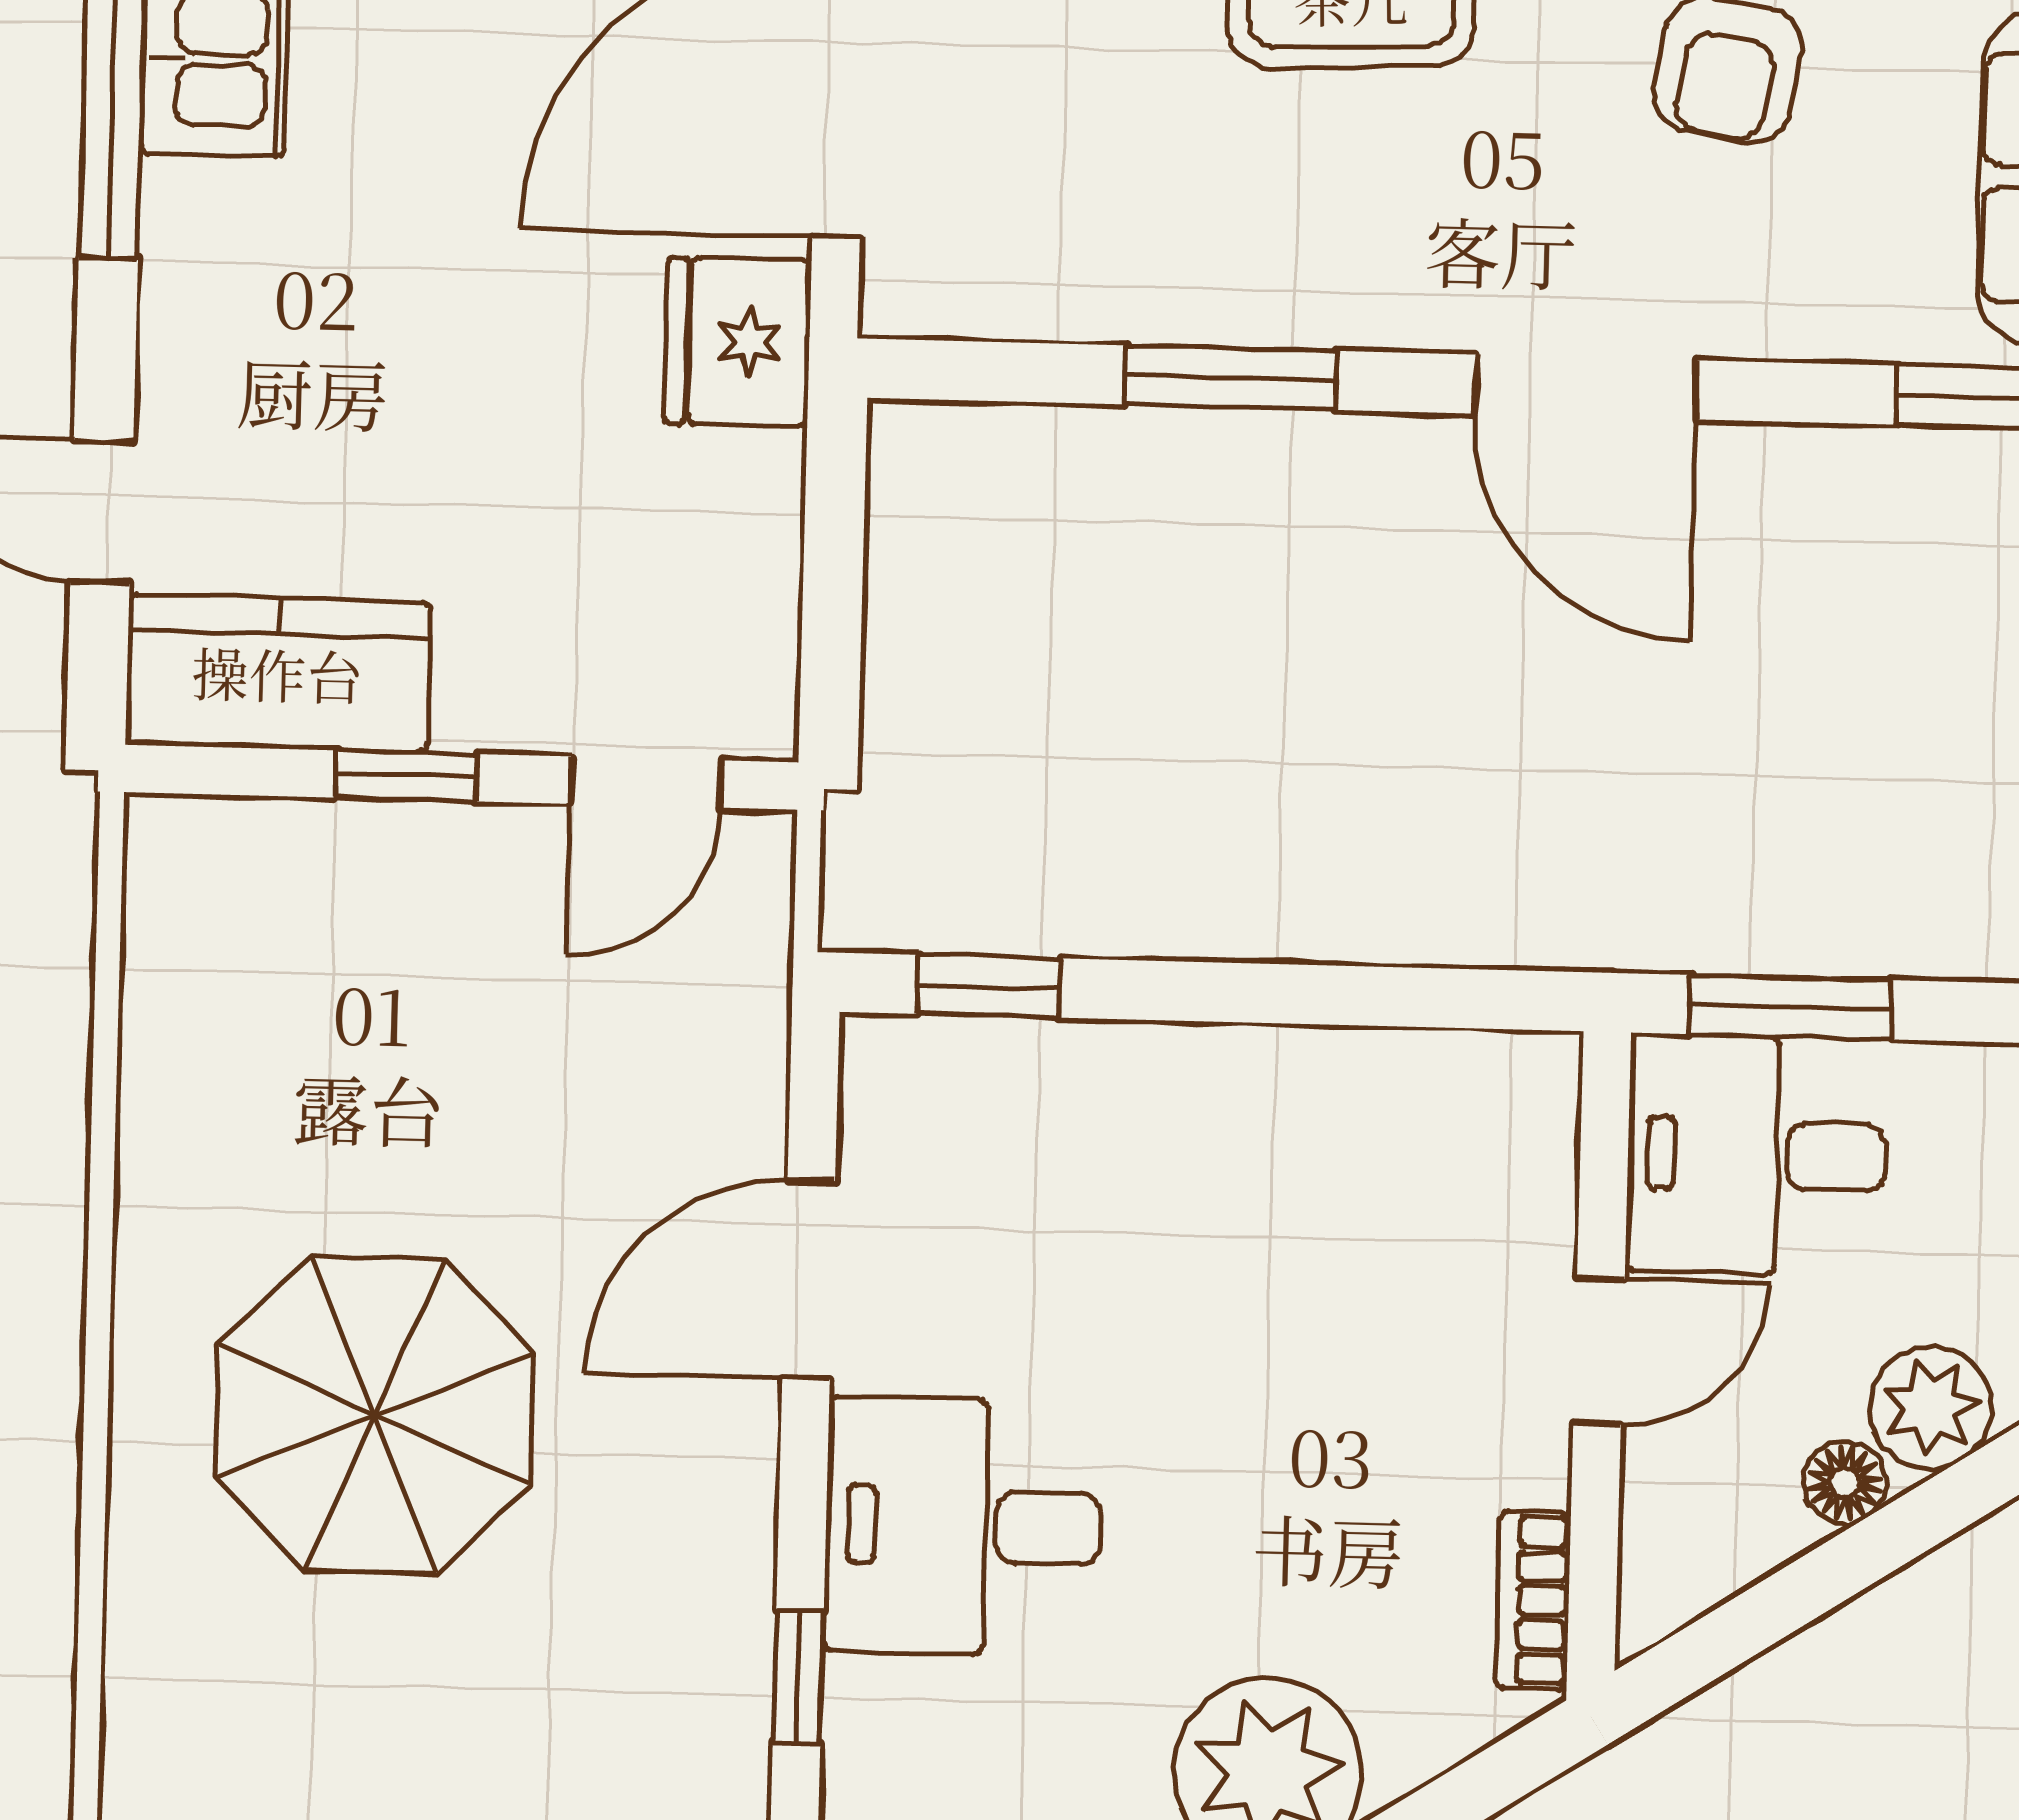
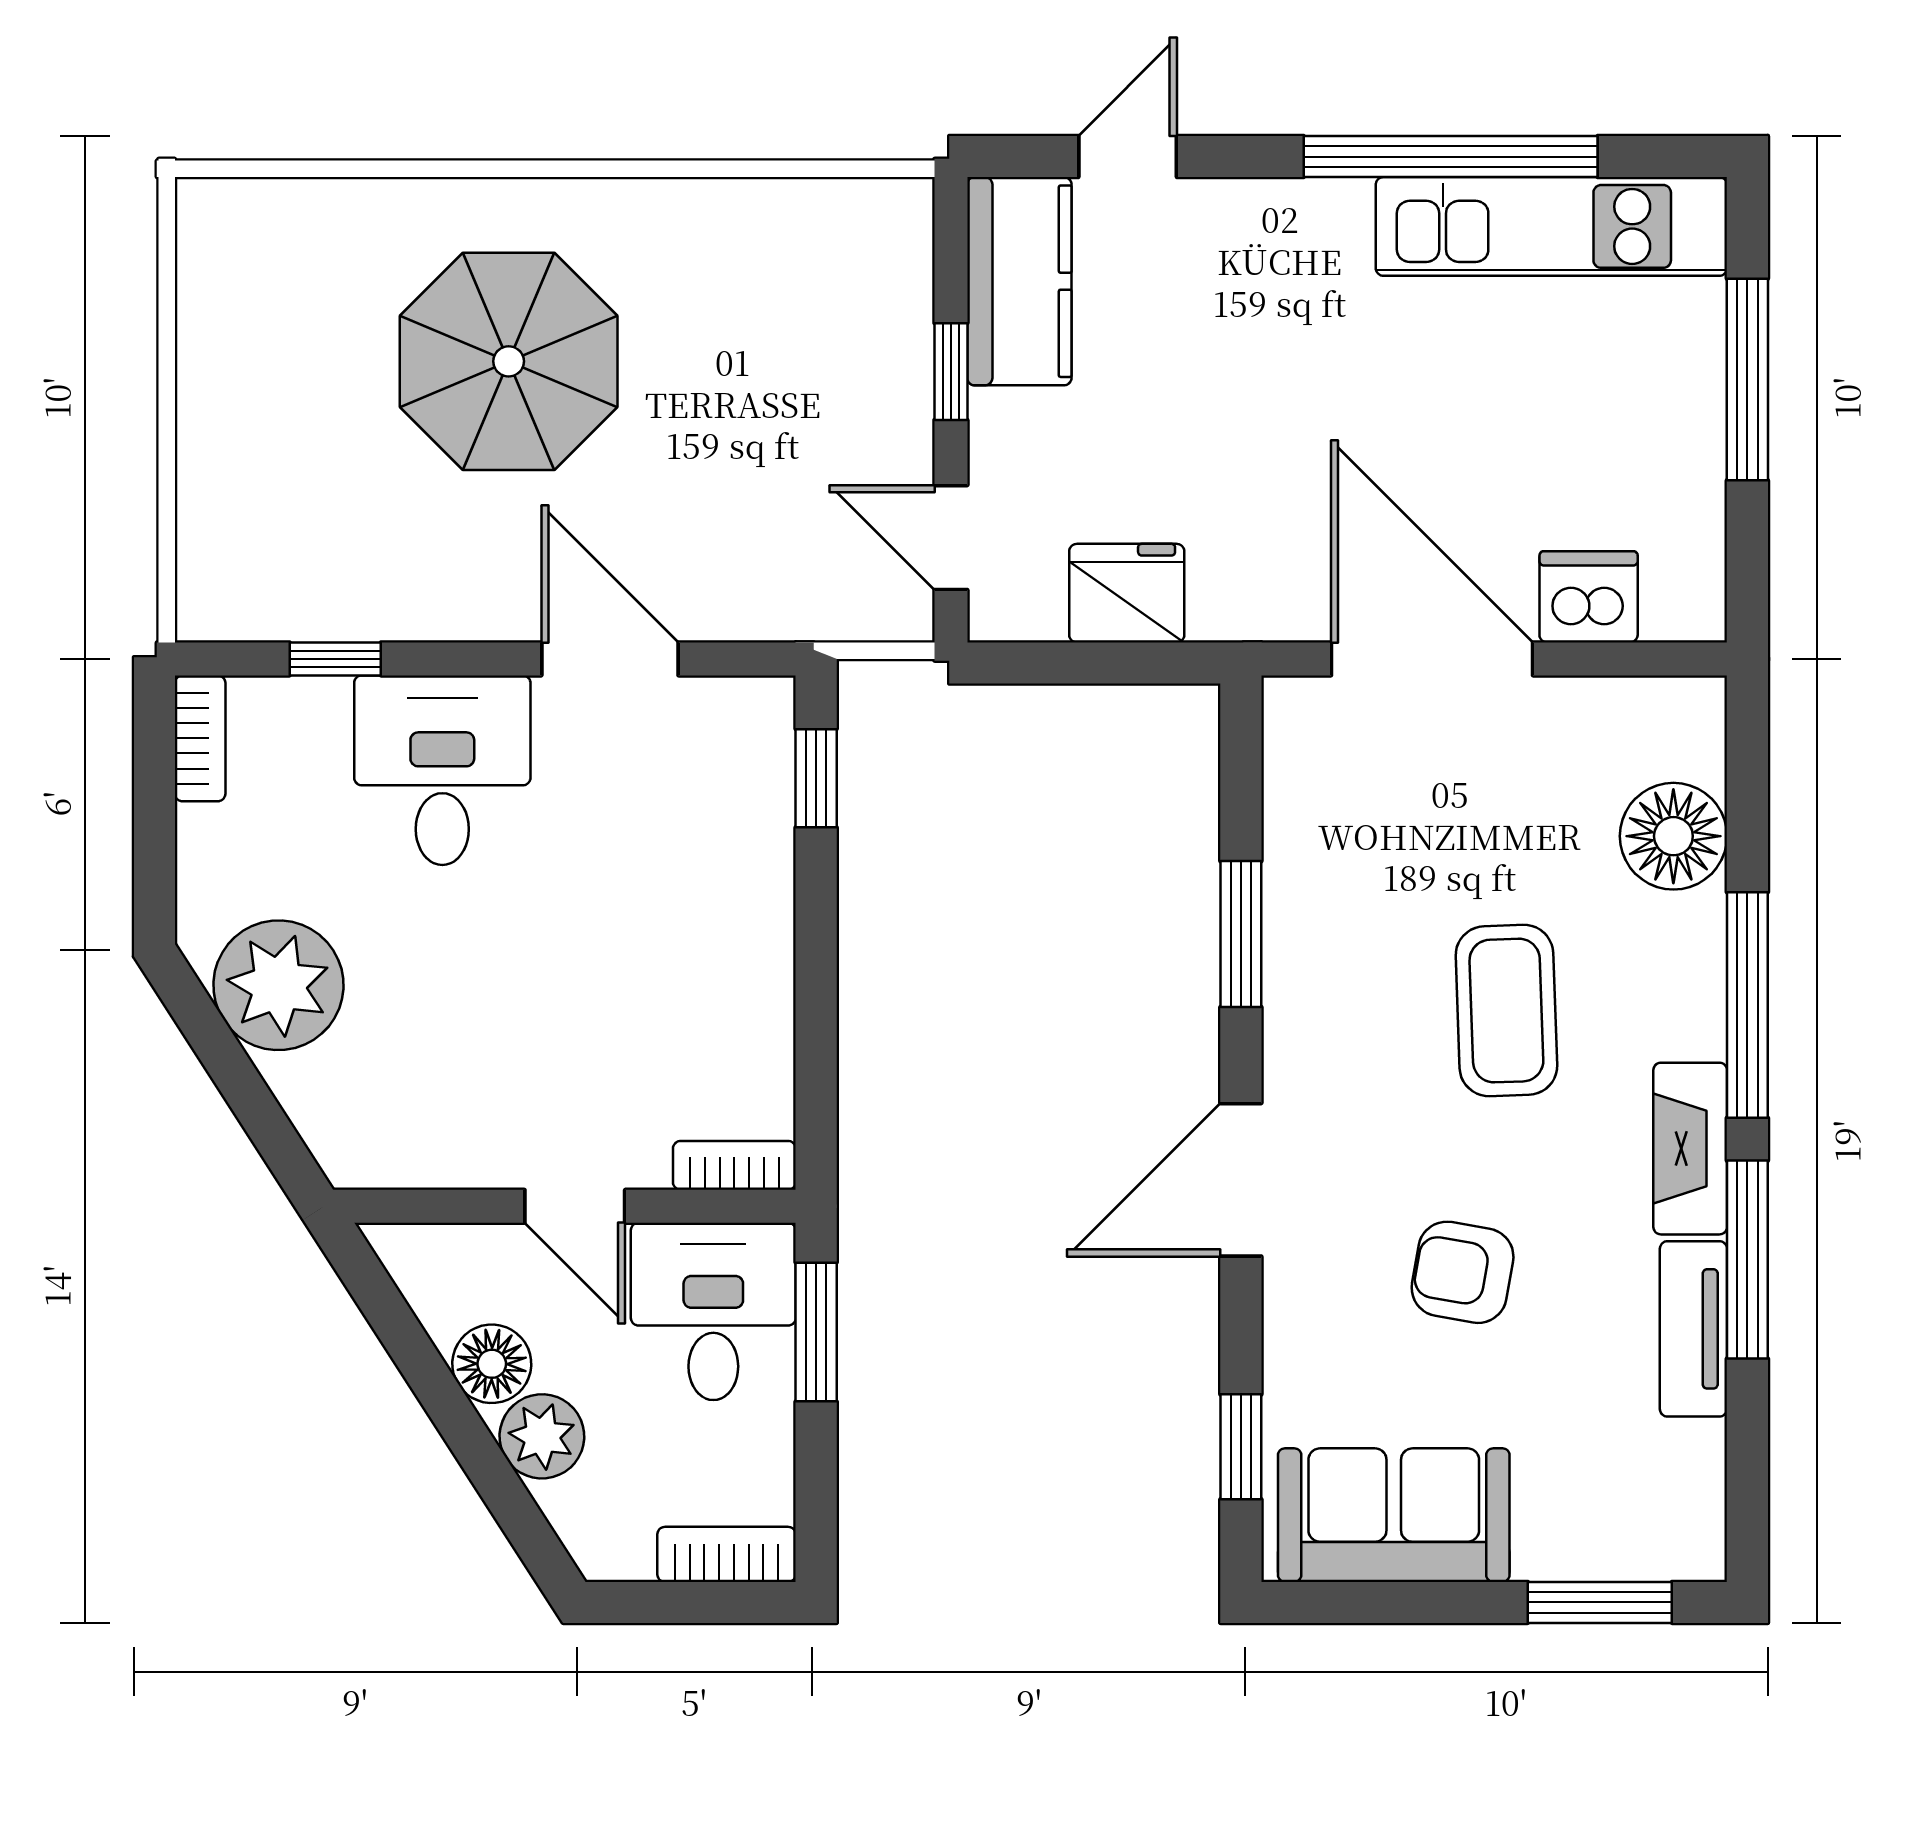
fridge: (738, 342) -> (1127, 593), moved
floor lamp: (1845, 1483) -> (492, 1364), width x1.37, depth x1.37
bookcase: (1533, 1600) -> (734, 1165), moved

